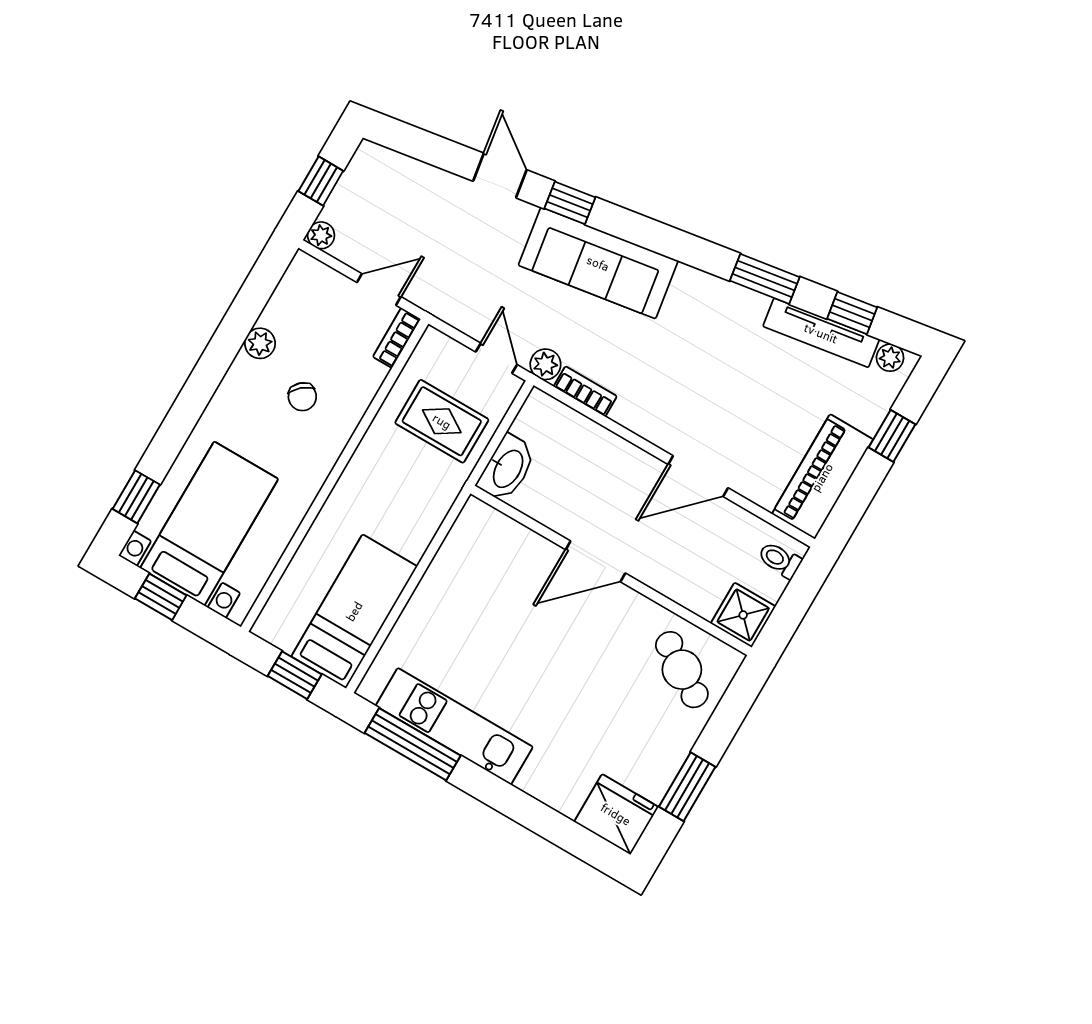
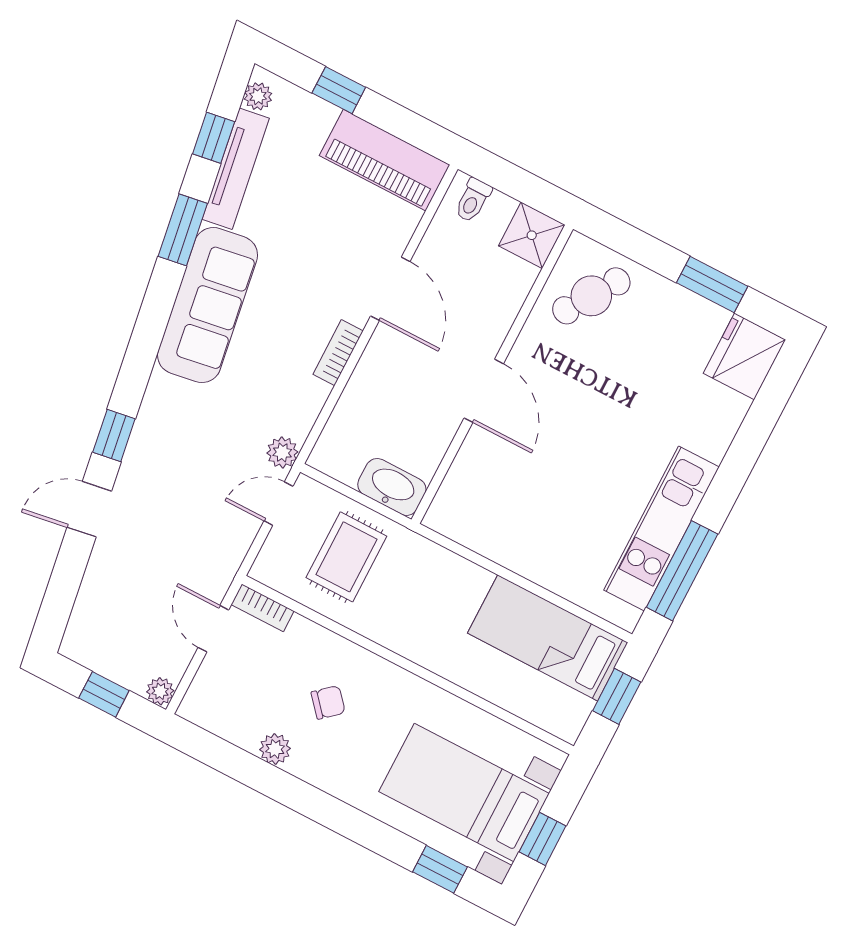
sofa: (598, 263) -> (208, 305), moved
bookcase: (585, 391) -> (338, 353), moved

